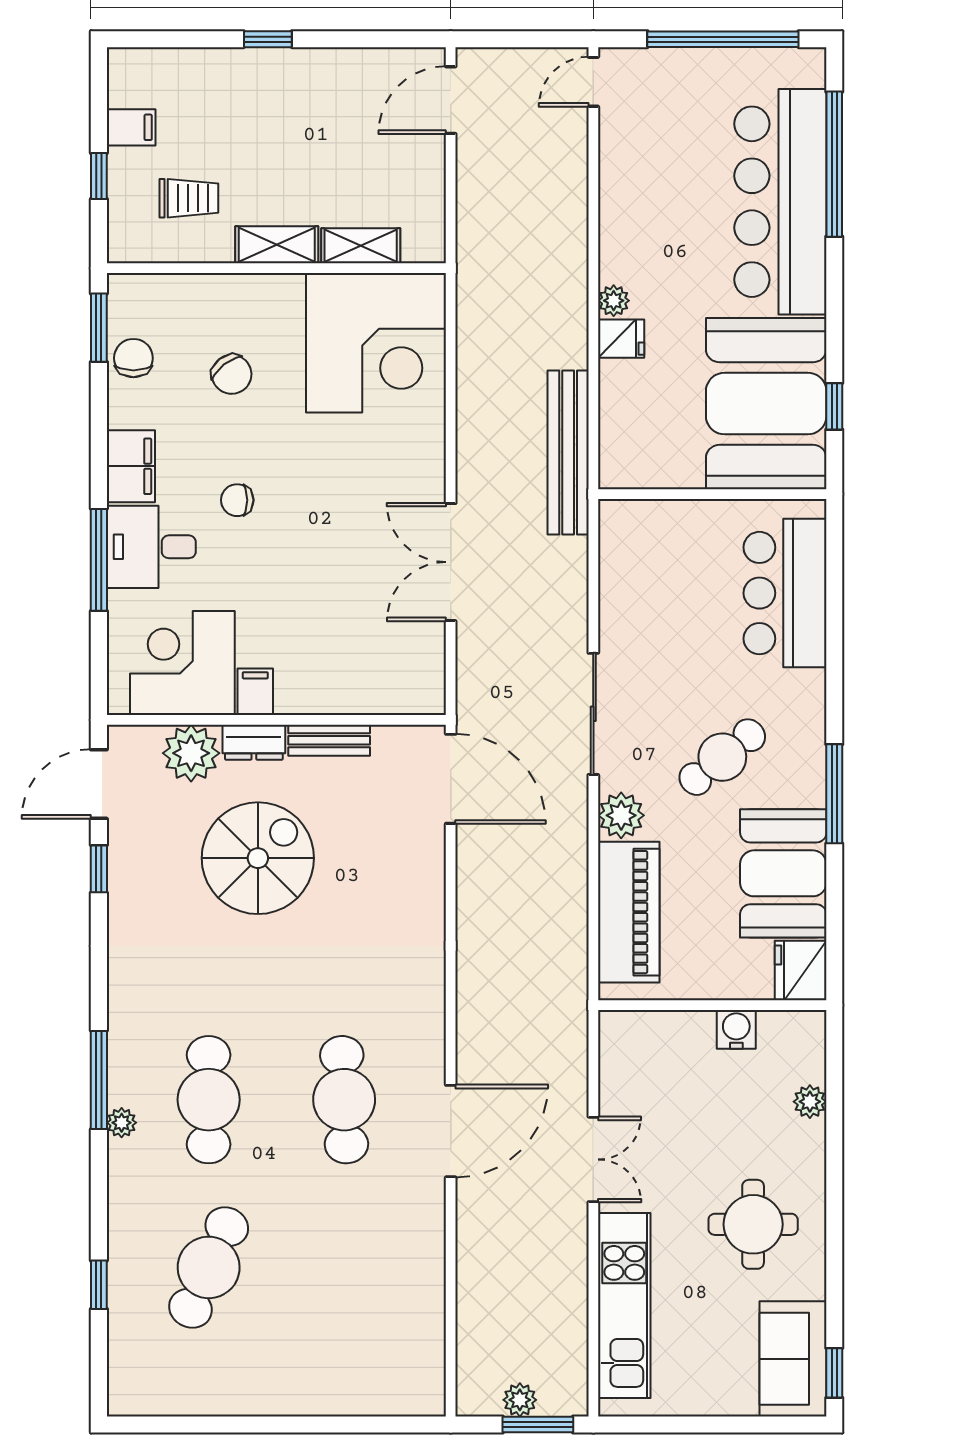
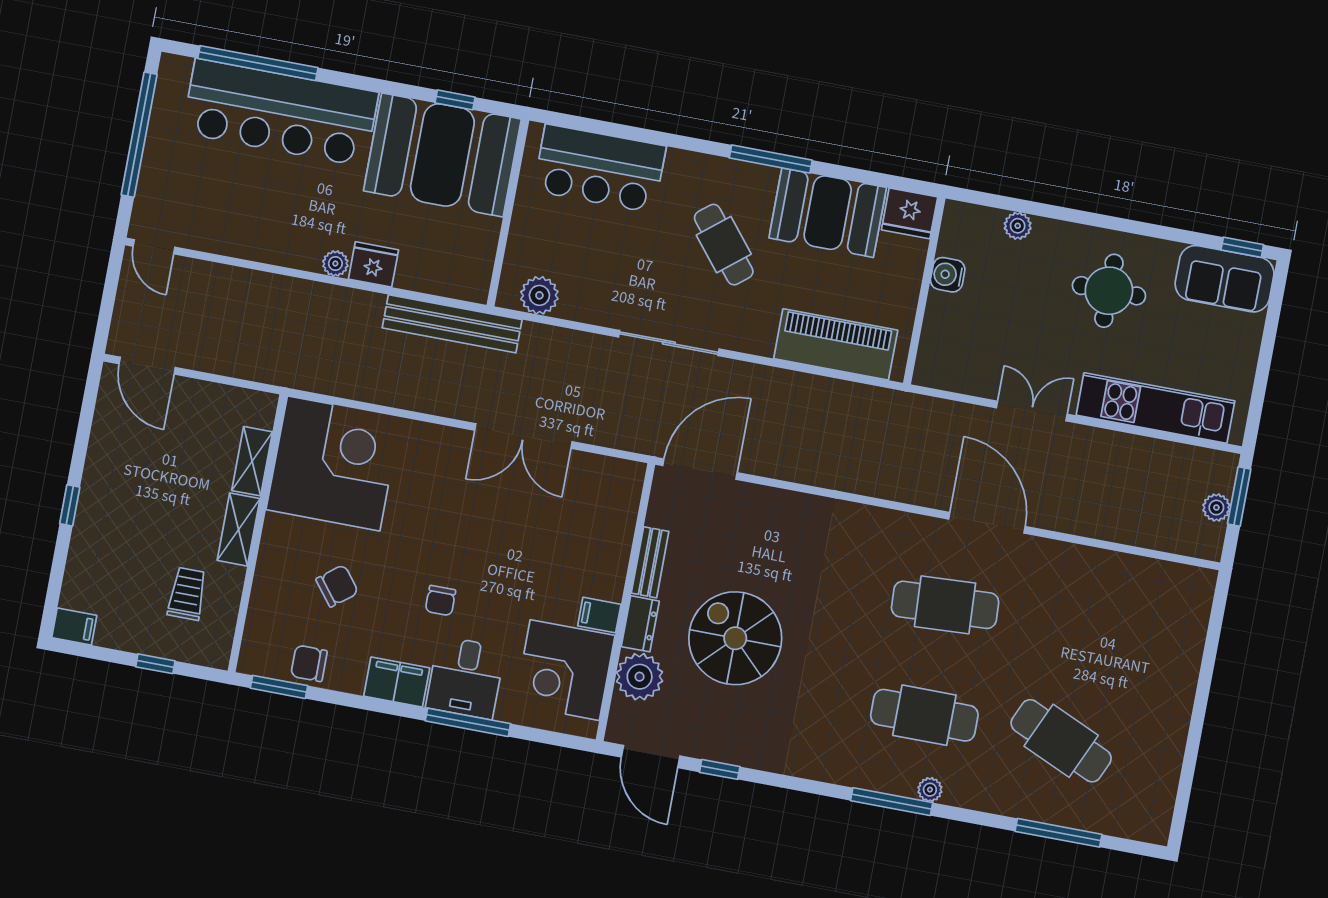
filing cabinet: (131, 127) -> (74, 627), moved, turned 90
fridge: (621, 339) -> (373, 264), width x1.38
plant: (621, 815) -> (539, 295), moved
window: (99, 1285) -> (1058, 833), width x2.17

